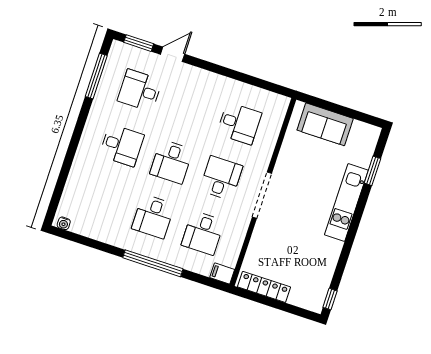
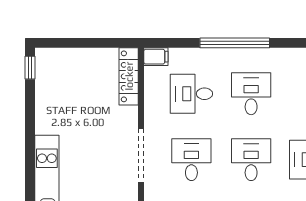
desk: (221, 178) -> (191, 160), turned 180
desk: (203, 233) -> (191, 94), turned -90
locker: (264, 287) -> (129, 76), moved, turned 90

